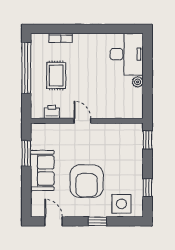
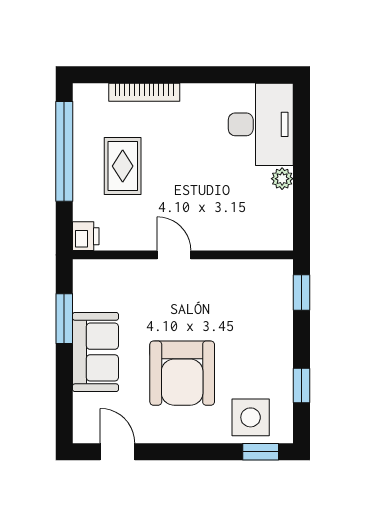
bookcase: (61, 38) -> (144, 92), width x1.56
printer: (52, 112) -> (86, 236), moved, turned 90
window: (97, 221) -> (261, 452), moved

